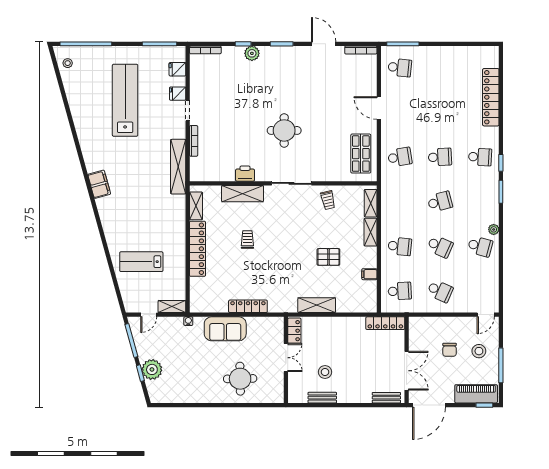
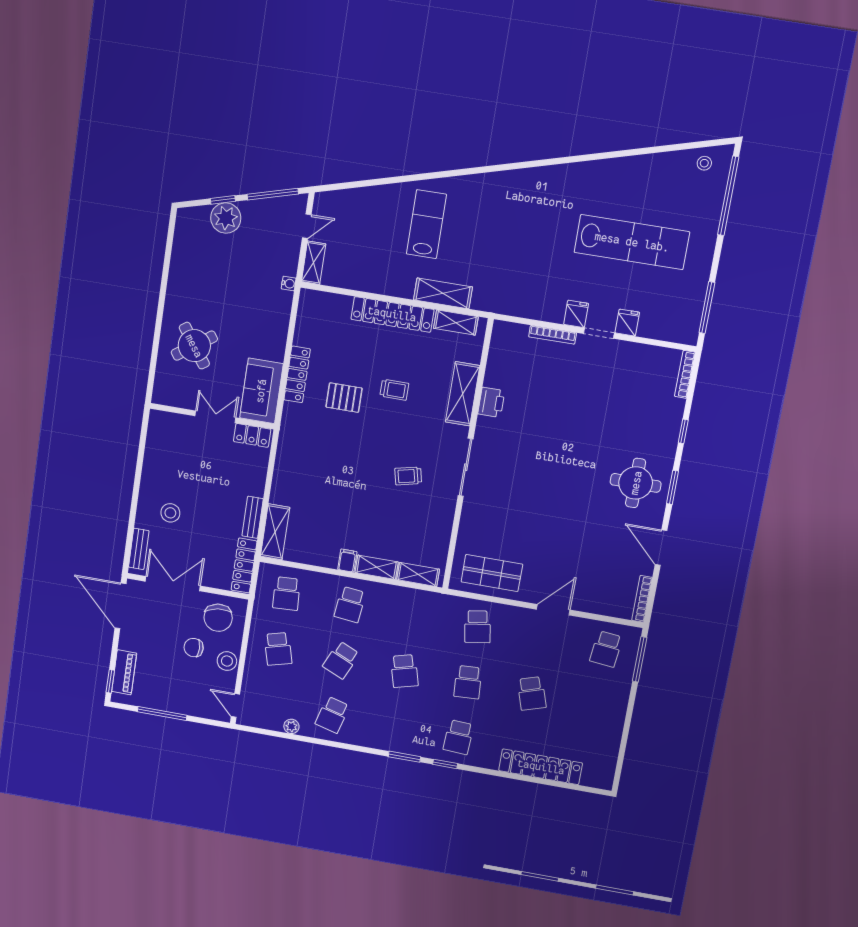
door: (324, 44) -> (661, 548), swing flipped
plant: (252, 53) -> (667, 442), removed
fridge: (177, 69) -> (576, 314), moved
school desk: (440, 112) -> (532, 693), added
round table: (284, 130) -> (636, 483), moved
shelving: (178, 167) -> (443, 293), moved, width x0.68
filing cabinet: (99, 184) -> (512, 183), removed
trolley: (328, 200) -> (408, 476), moved
plant: (494, 229) -> (291, 726), moved
pallet: (328, 257) -> (344, 398), moved, turned 90
lab bench: (141, 262) -> (426, 224), moved
filing cabinet: (369, 274) -> (347, 561), moved
school desk: (440, 291) -> (278, 649), turned -39
shelving: (317, 305) -> (275, 532), moved
door: (149, 315) -> (307, 226), swing flipped
sofa: (225, 329) -> (261, 391), moved
chair: (425, 336) -> (218, 618), added
stool: (479, 351) -> (227, 661), moved
double door: (286, 358) -> (215, 417), swing flipped
double door: (407, 371) -> (173, 584), swing flipped
stool: (325, 372) -> (170, 513), moved
round table: (240, 379) -> (194, 346), turned -34
piano: (476, 394) -> (124, 672), width x0.73, depth x0.75
bench: (322, 398) -> (253, 517), moved

